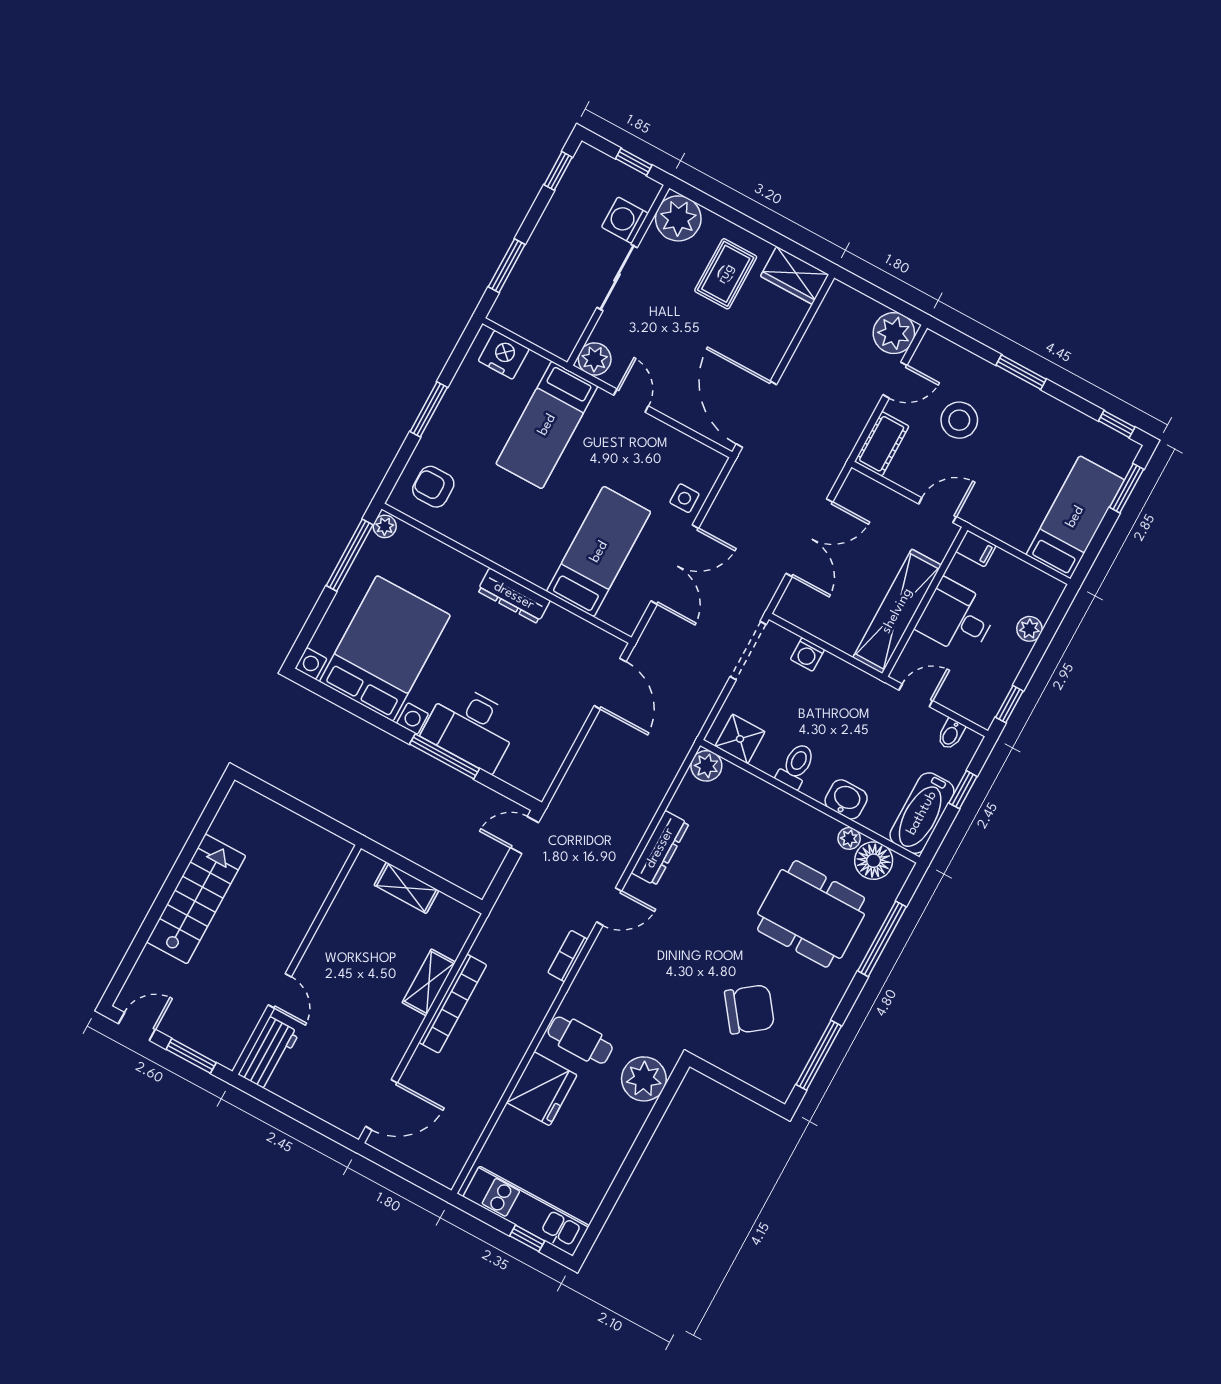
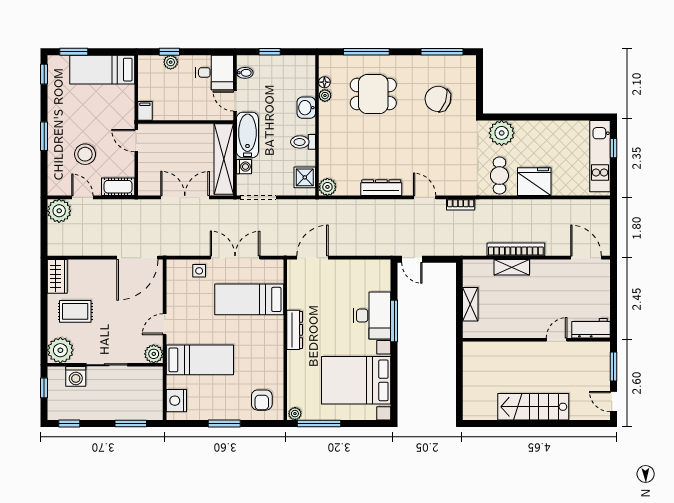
shelving: (897, 611) -> (224, 159), moved, turned 90
desk: (957, 618) -> (215, 72), moved, turned -90
window: (1009, 704) -> (169, 52), moved
bathtub: (922, 813) -> (247, 135), moved, turned -90
floor lamp: (874, 861) -> (324, 82), width x0.53, depth x0.53
dining table: (811, 914) -> (373, 94), width x0.73
chair: (750, 1009) -> (438, 99), turned -34

